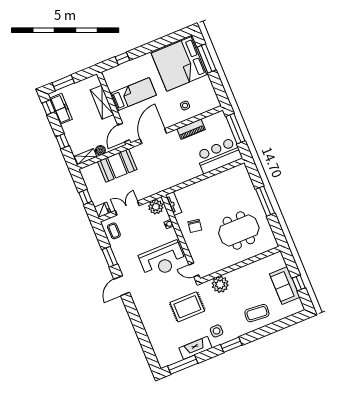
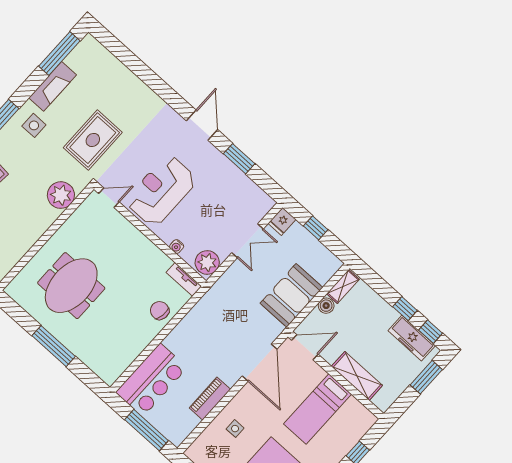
door: (124, 133) -> (305, 347), hinge flipped
window: (62, 141) -> (405, 309), moved
chair: (195, 226) -> (160, 310), moved
coffee table: (114, 231) -> (251, 199), removed

